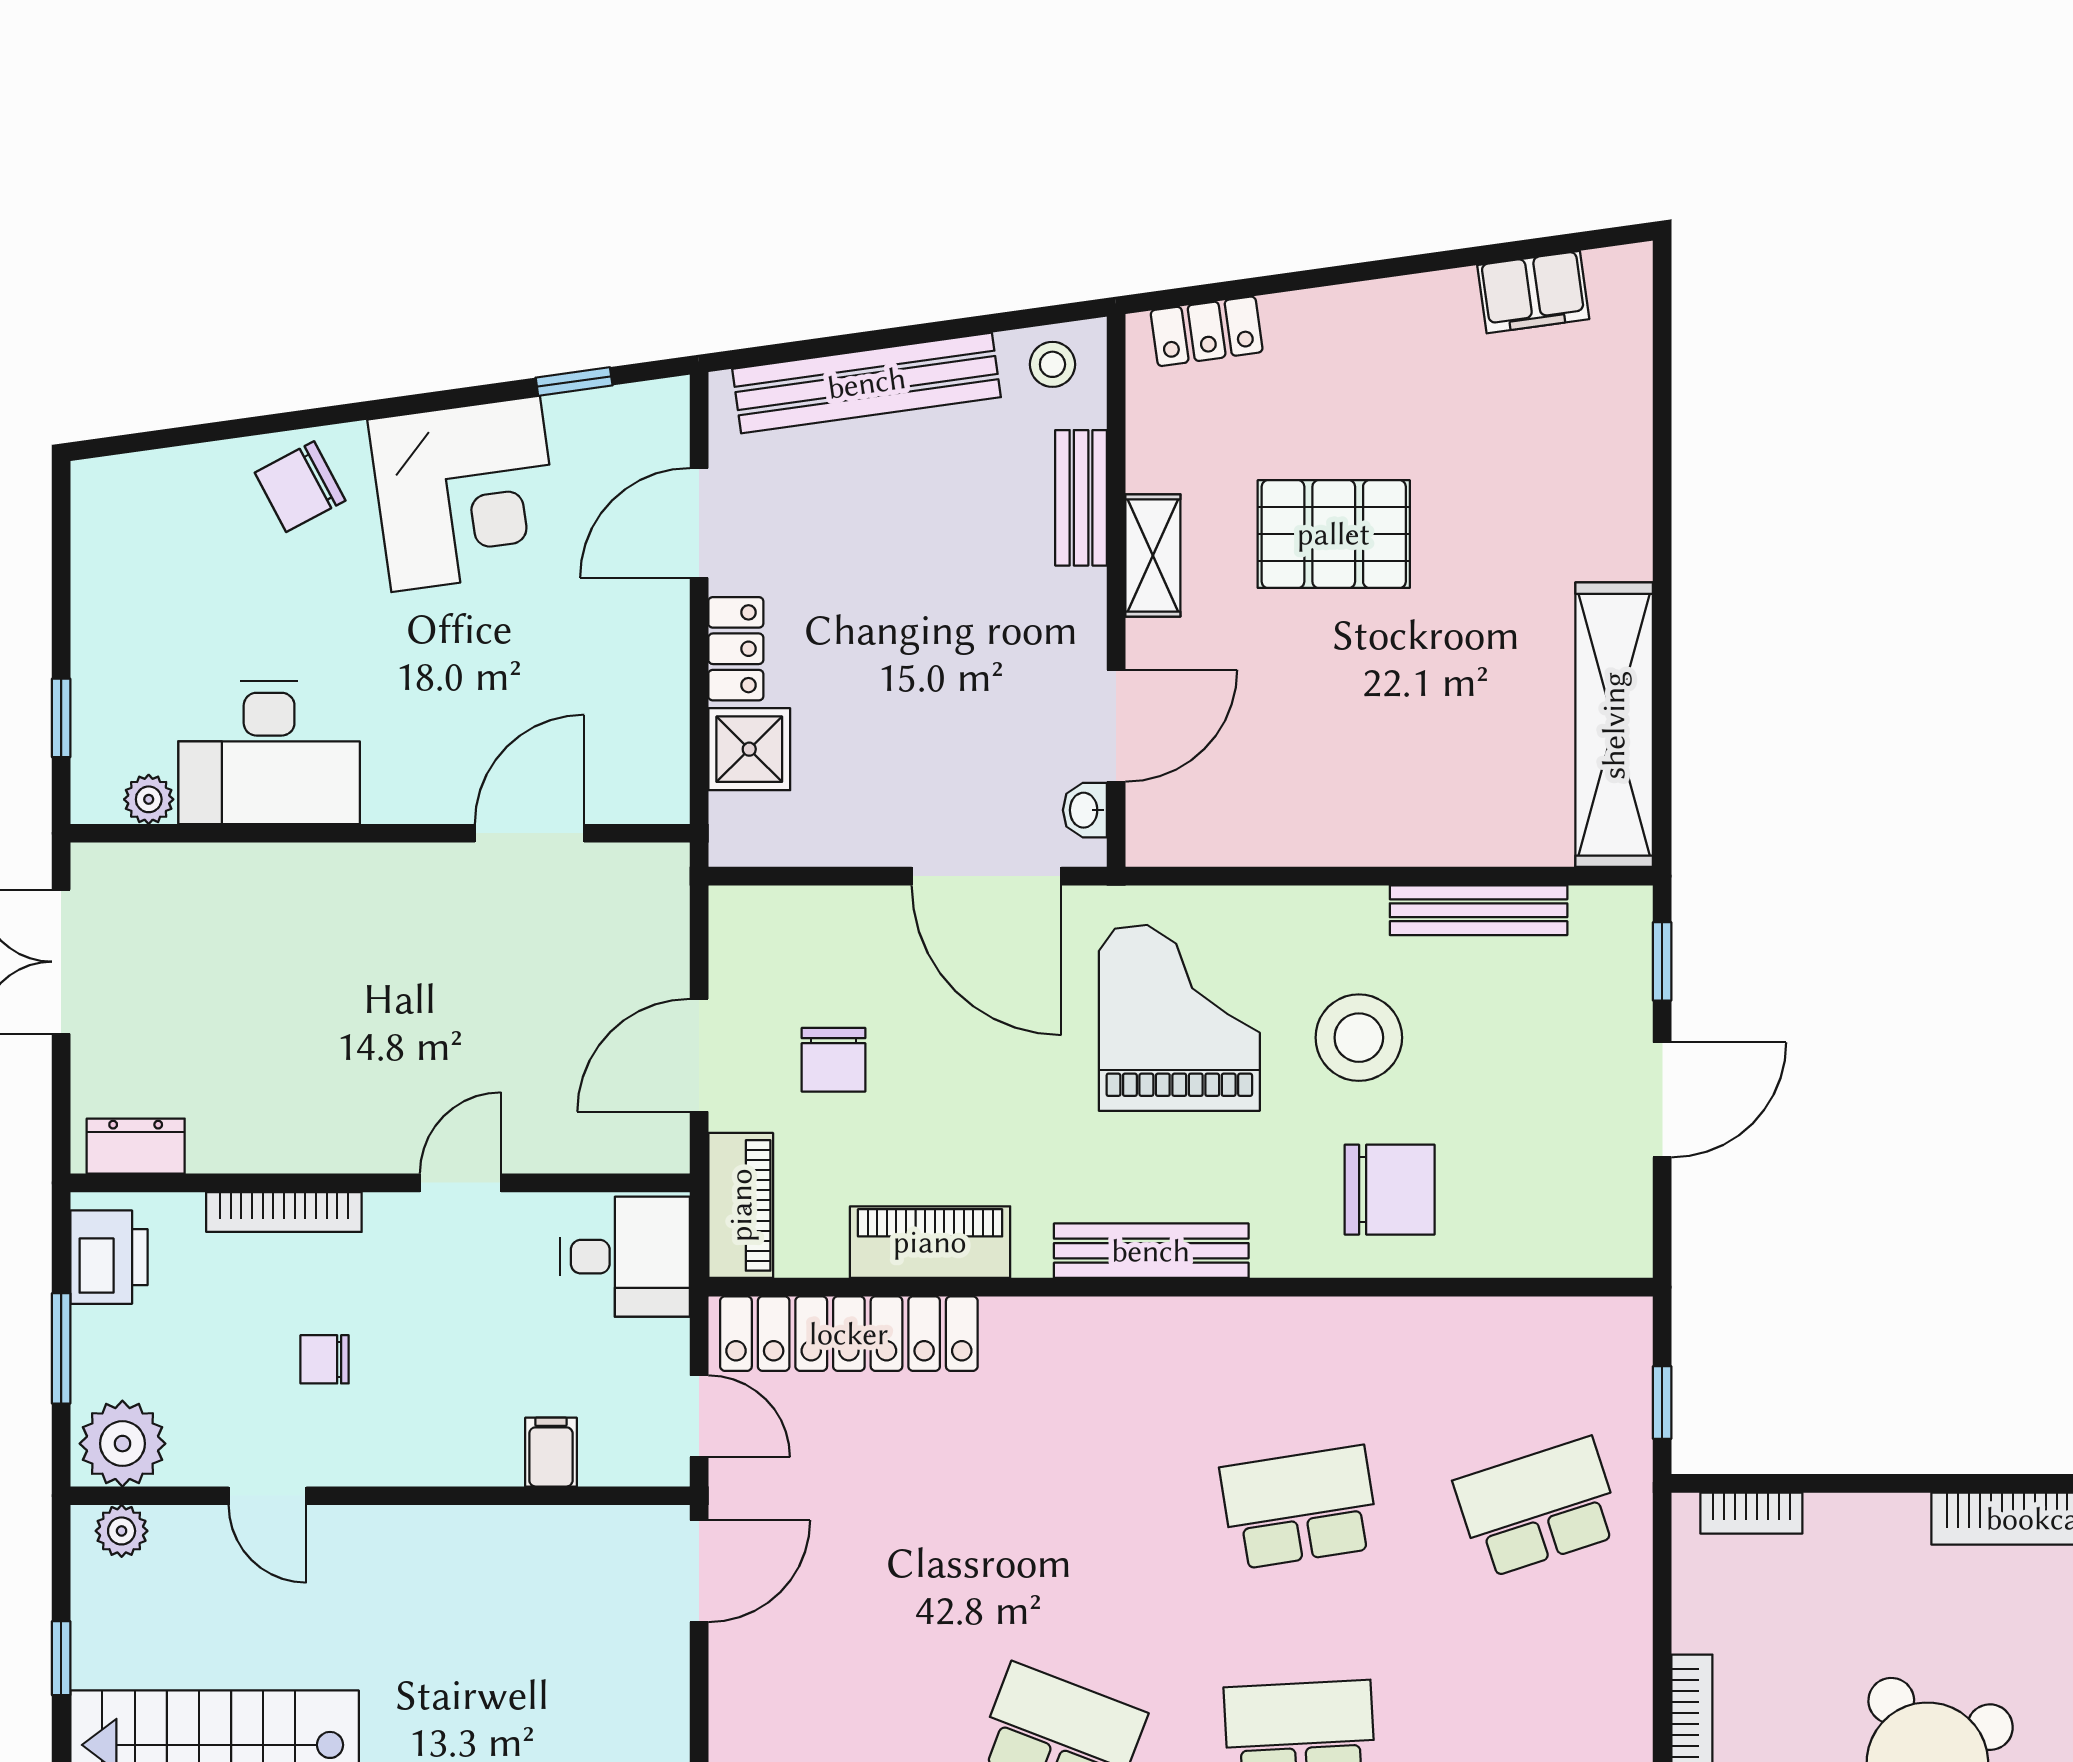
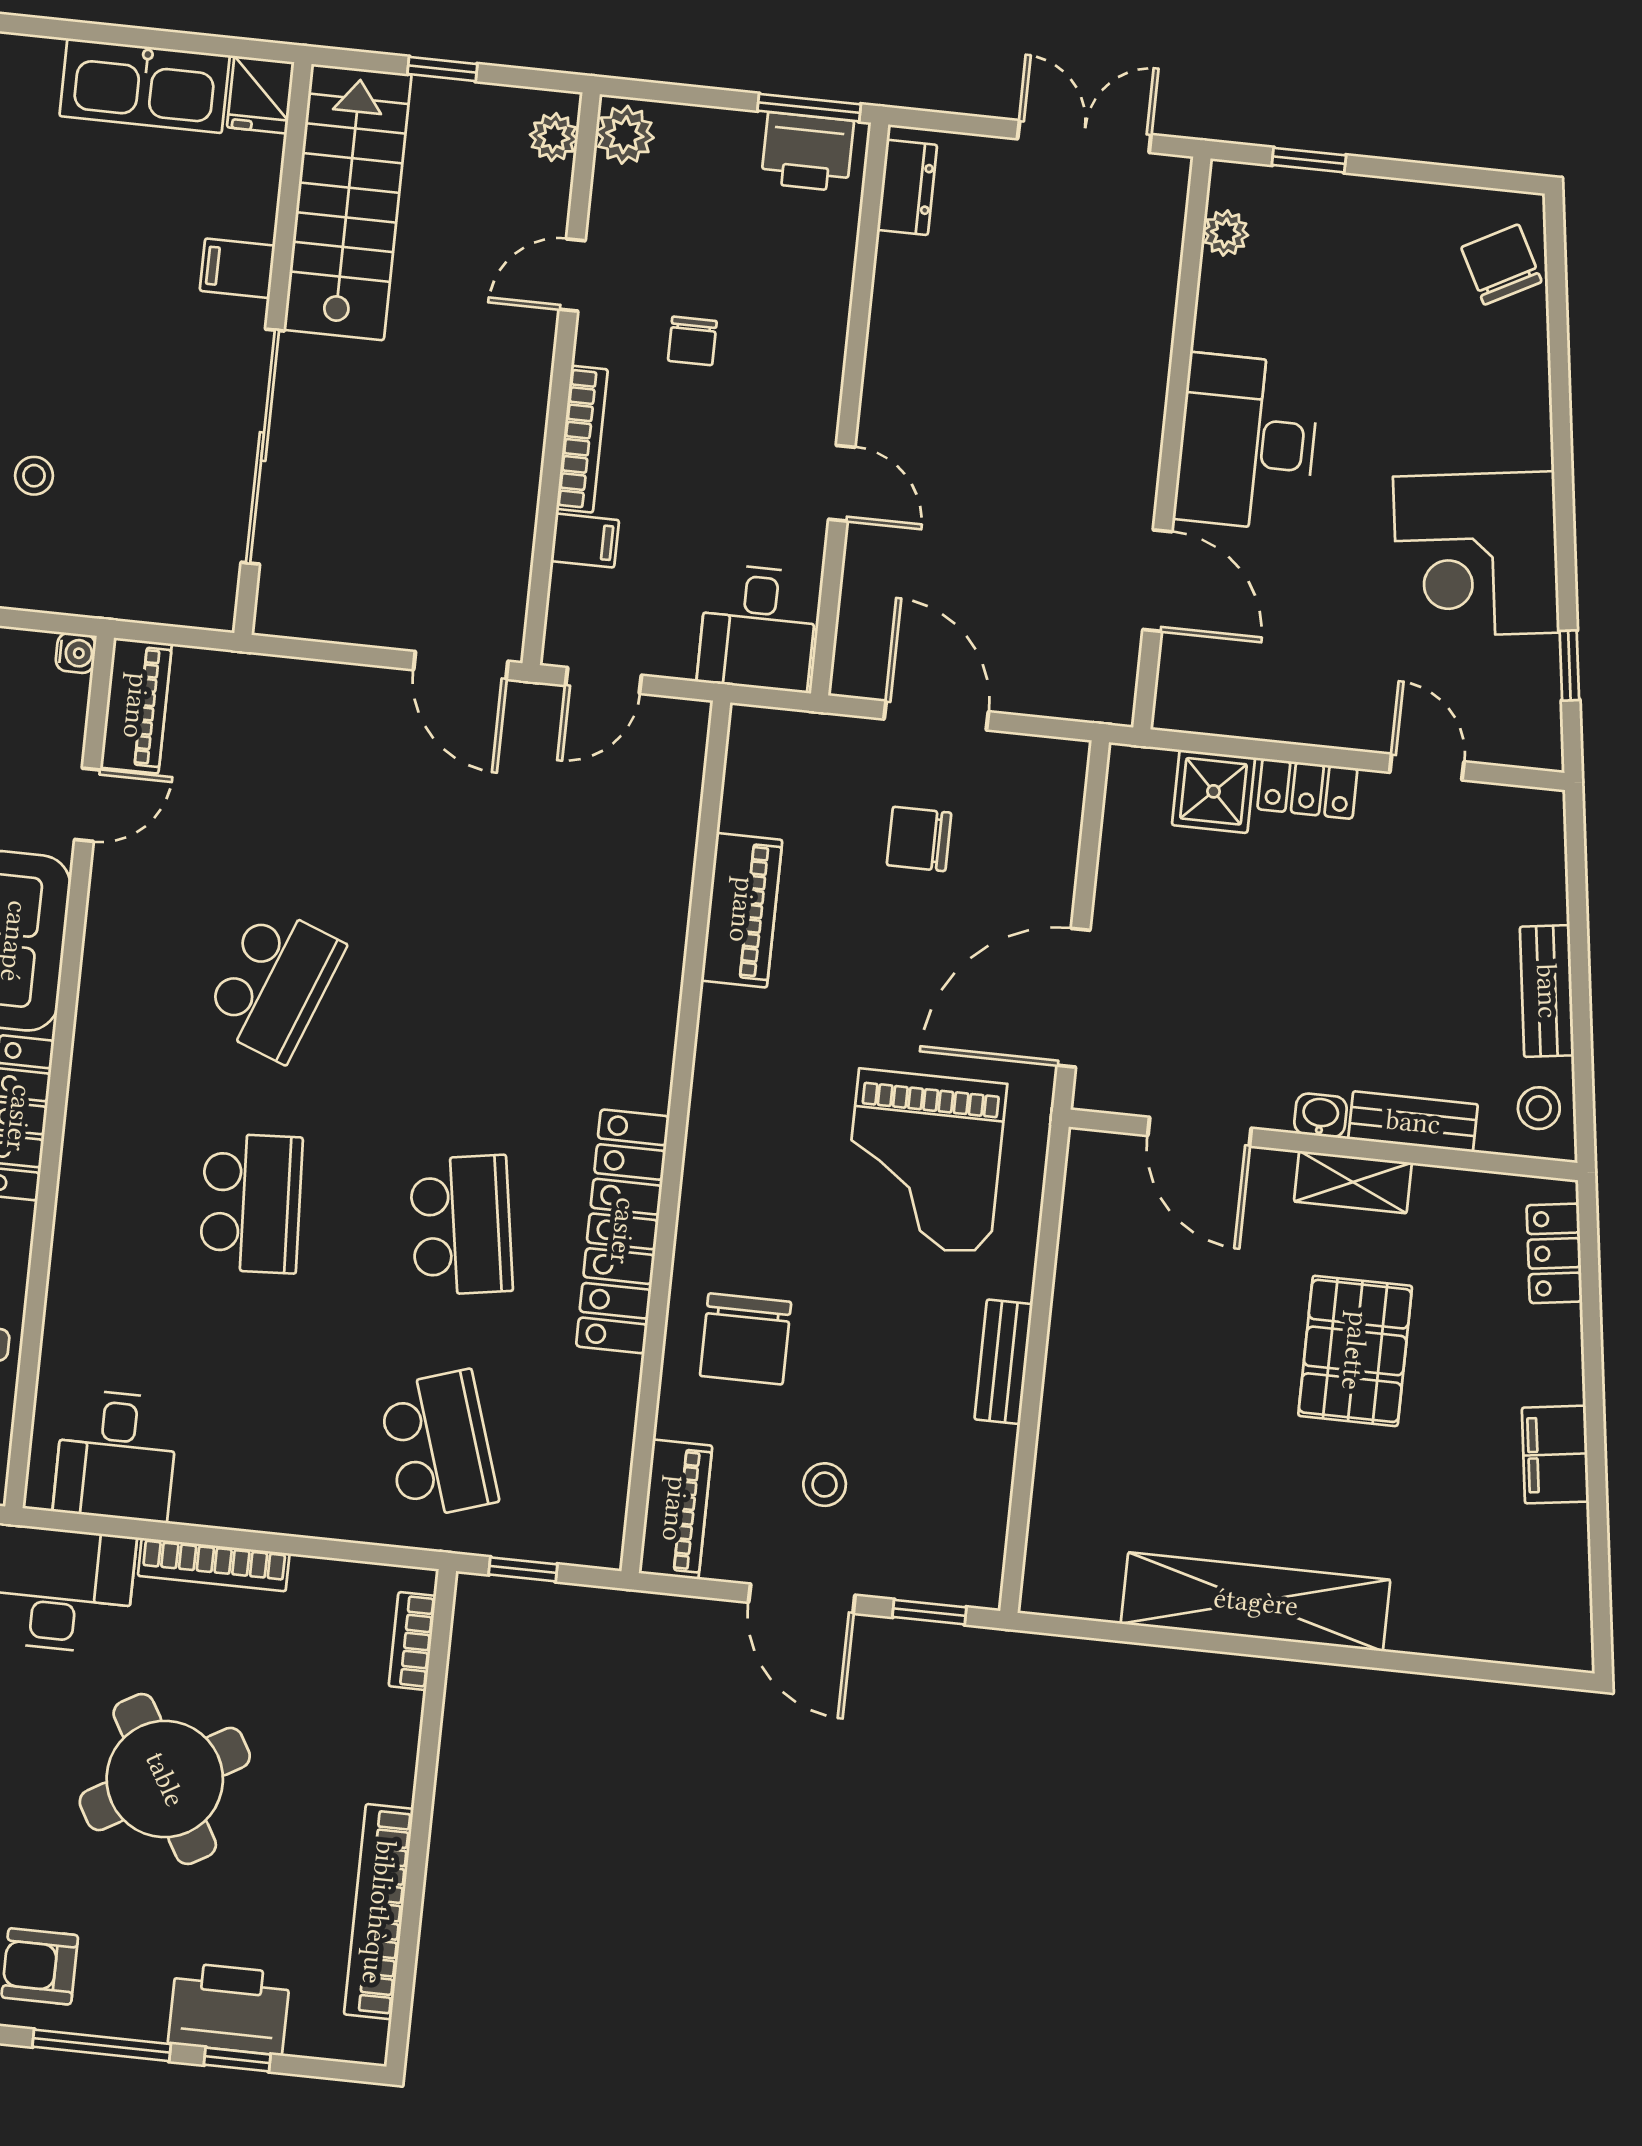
filing cabinet: (1533, 292) -> (1555, 1455), moved
bench: (867, 383) -> (1547, 991), width x0.54, depth x0.82
chair: (300, 487) -> (1501, 265), moved
door: (699, 523) -> (1427, 767), width x0.73
shelving: (1614, 725) -> (1256, 1602), moved
desk: (269, 753) -> (1247, 442), moved
washbasin: (1085, 810) -> (1320, 1115), moved
bench: (1479, 910) -> (1003, 1362), moved, width x0.73
grand piano: (1179, 1018) -> (924, 1162), turned 90
stool: (1359, 1038) -> (825, 1485), moved, width x0.53, depth x0.53
piano: (741, 1205) -> (675, 1509), moved, turned -90
bookcase: (284, 1212) -> (582, 439), moved, turned 180
bench: (1151, 1251) -> (712, 1113), removed
locker: (849, 1334) -> (623, 1231), moved
window: (61, 1348) -> (809, 108), moved
chair: (325, 1359) -> (692, 341), turned 180
plant: (122, 1444) -> (625, 135), width x0.73, depth x0.73

